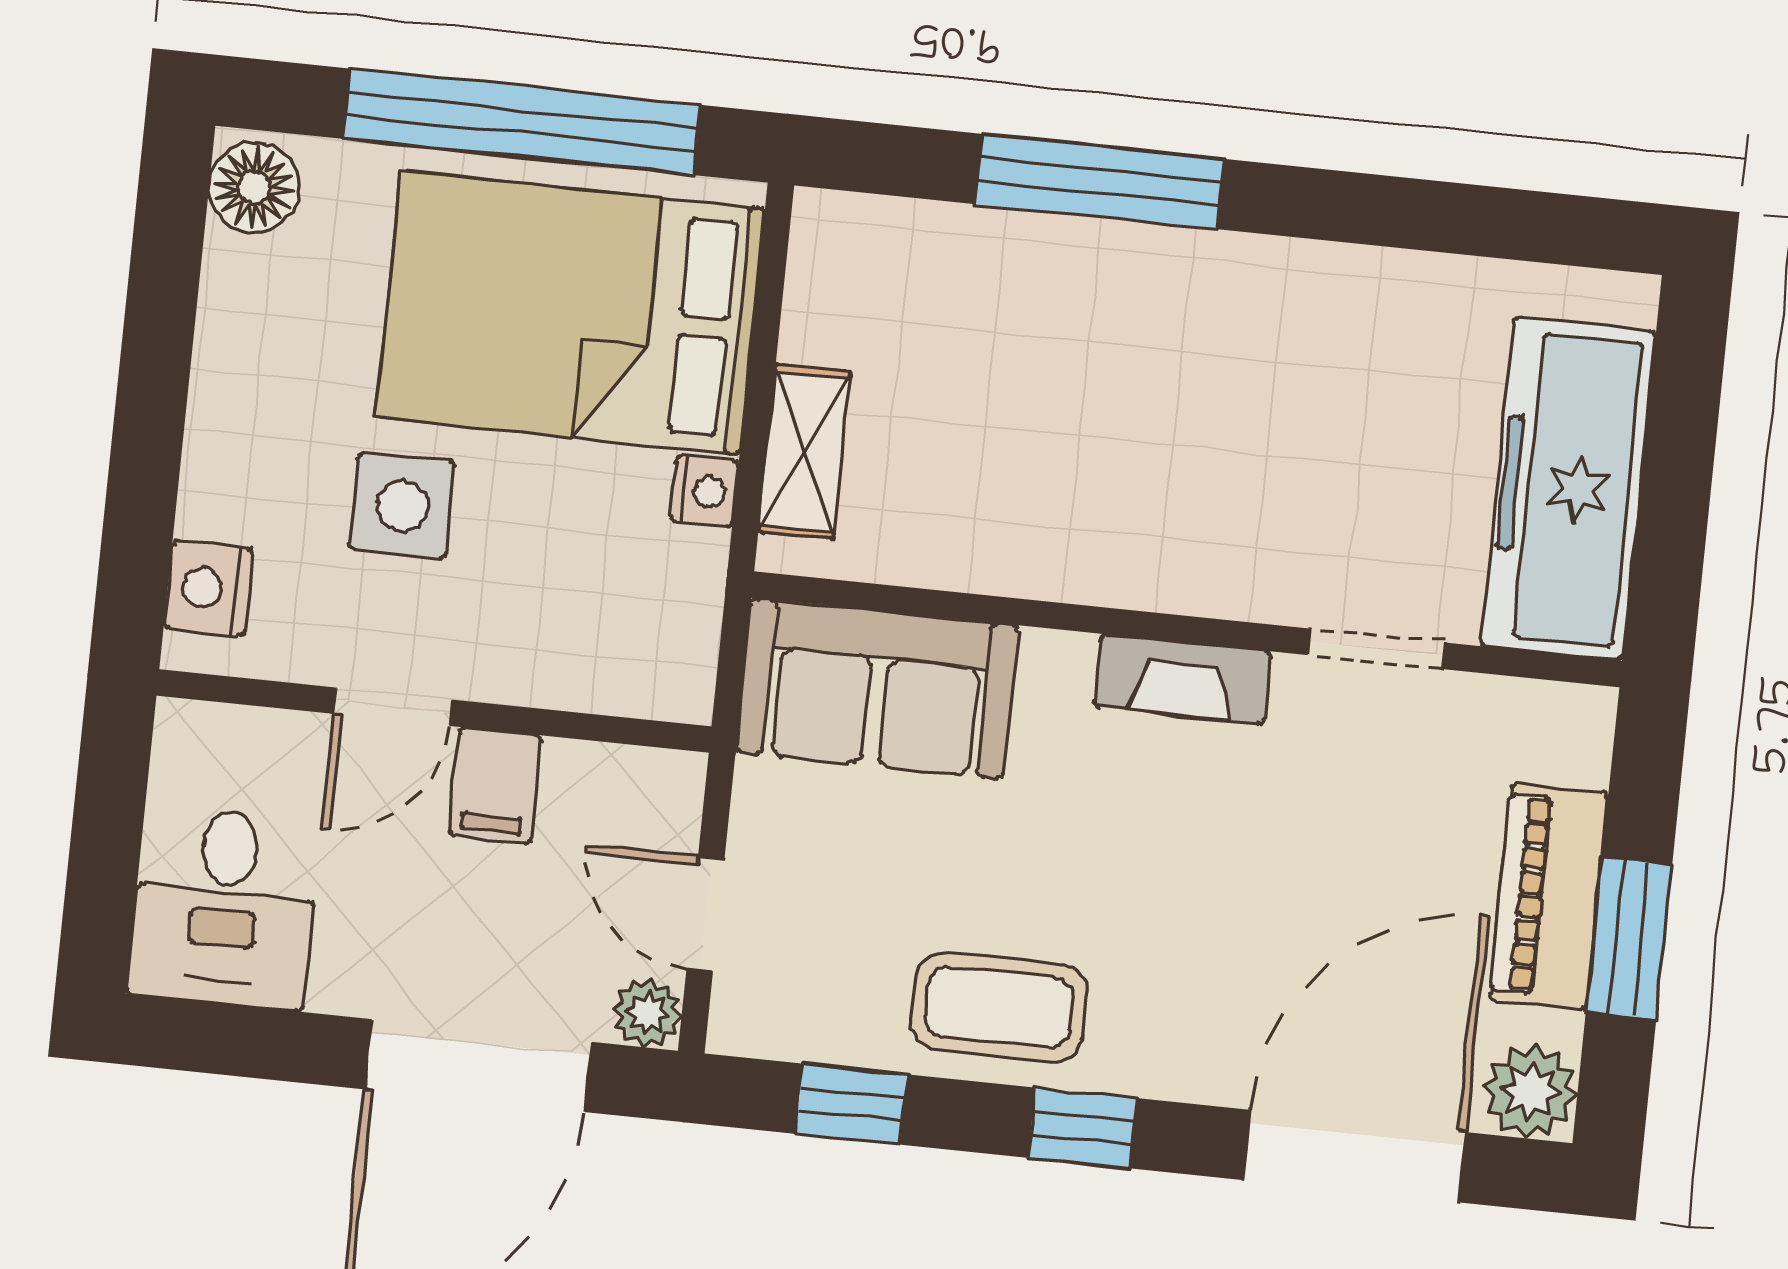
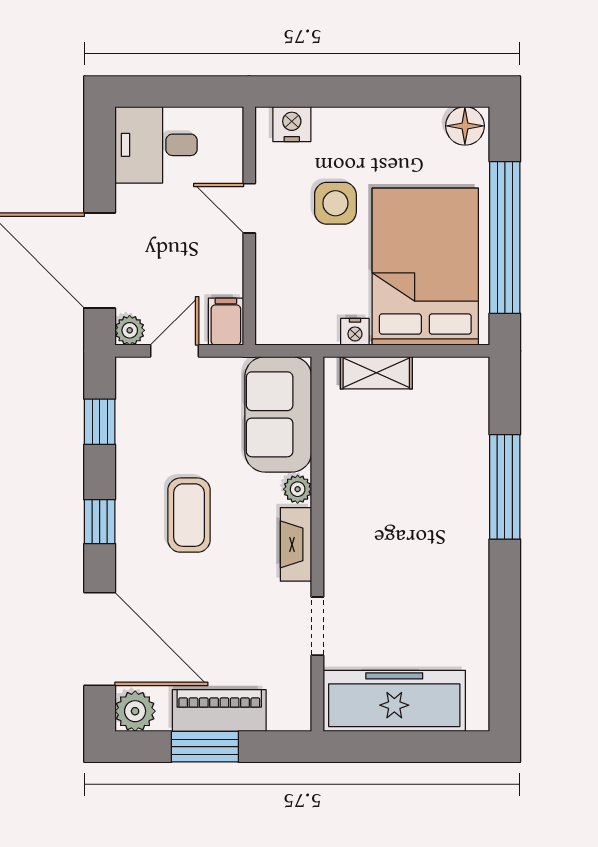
plant: (1055, 662) -> (298, 489), added
filing cabinet: (495, 786) -> (226, 322), moved, turned 90
coffee table: (999, 1007) -> (189, 515), moved

